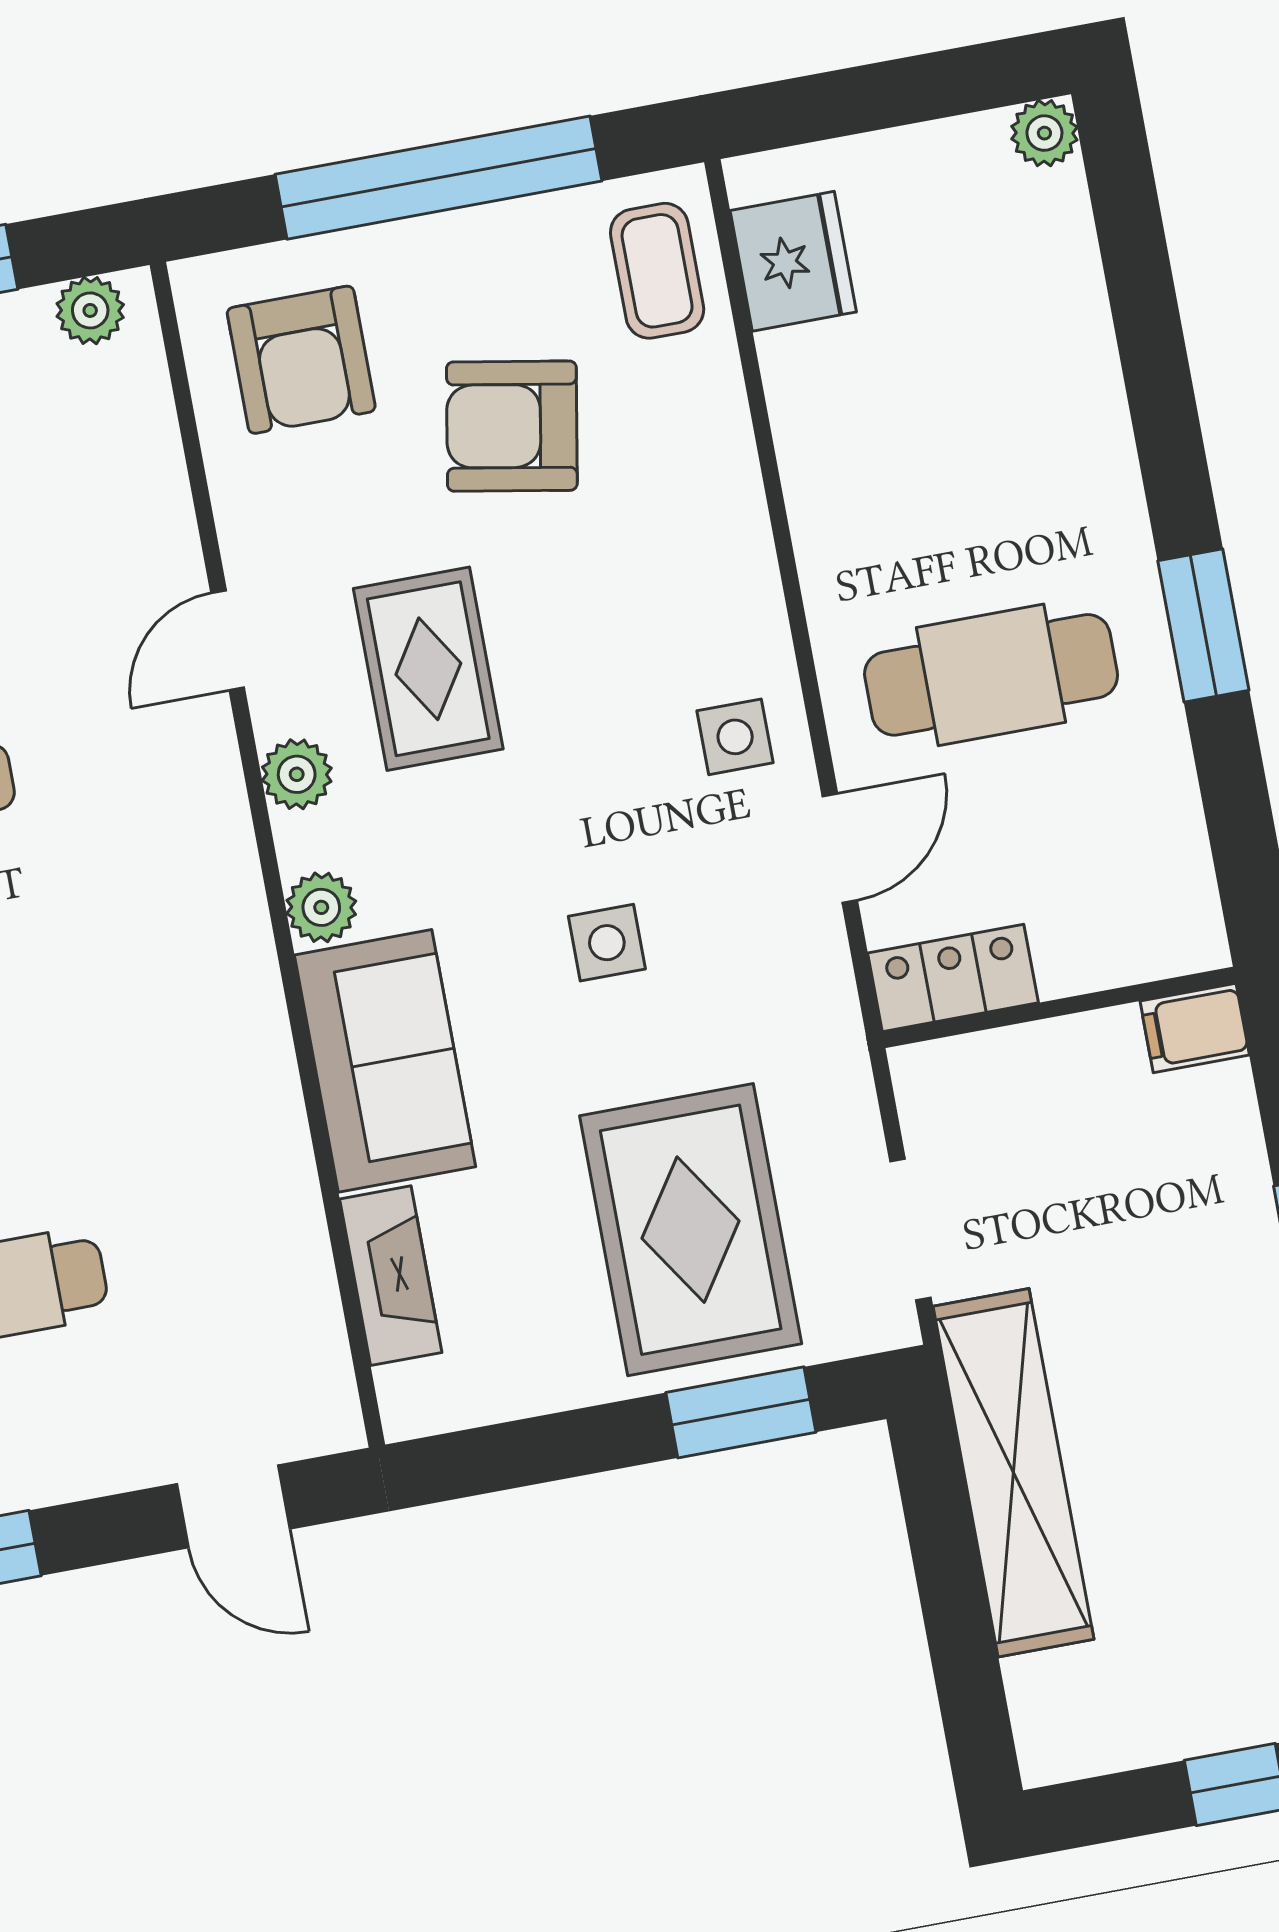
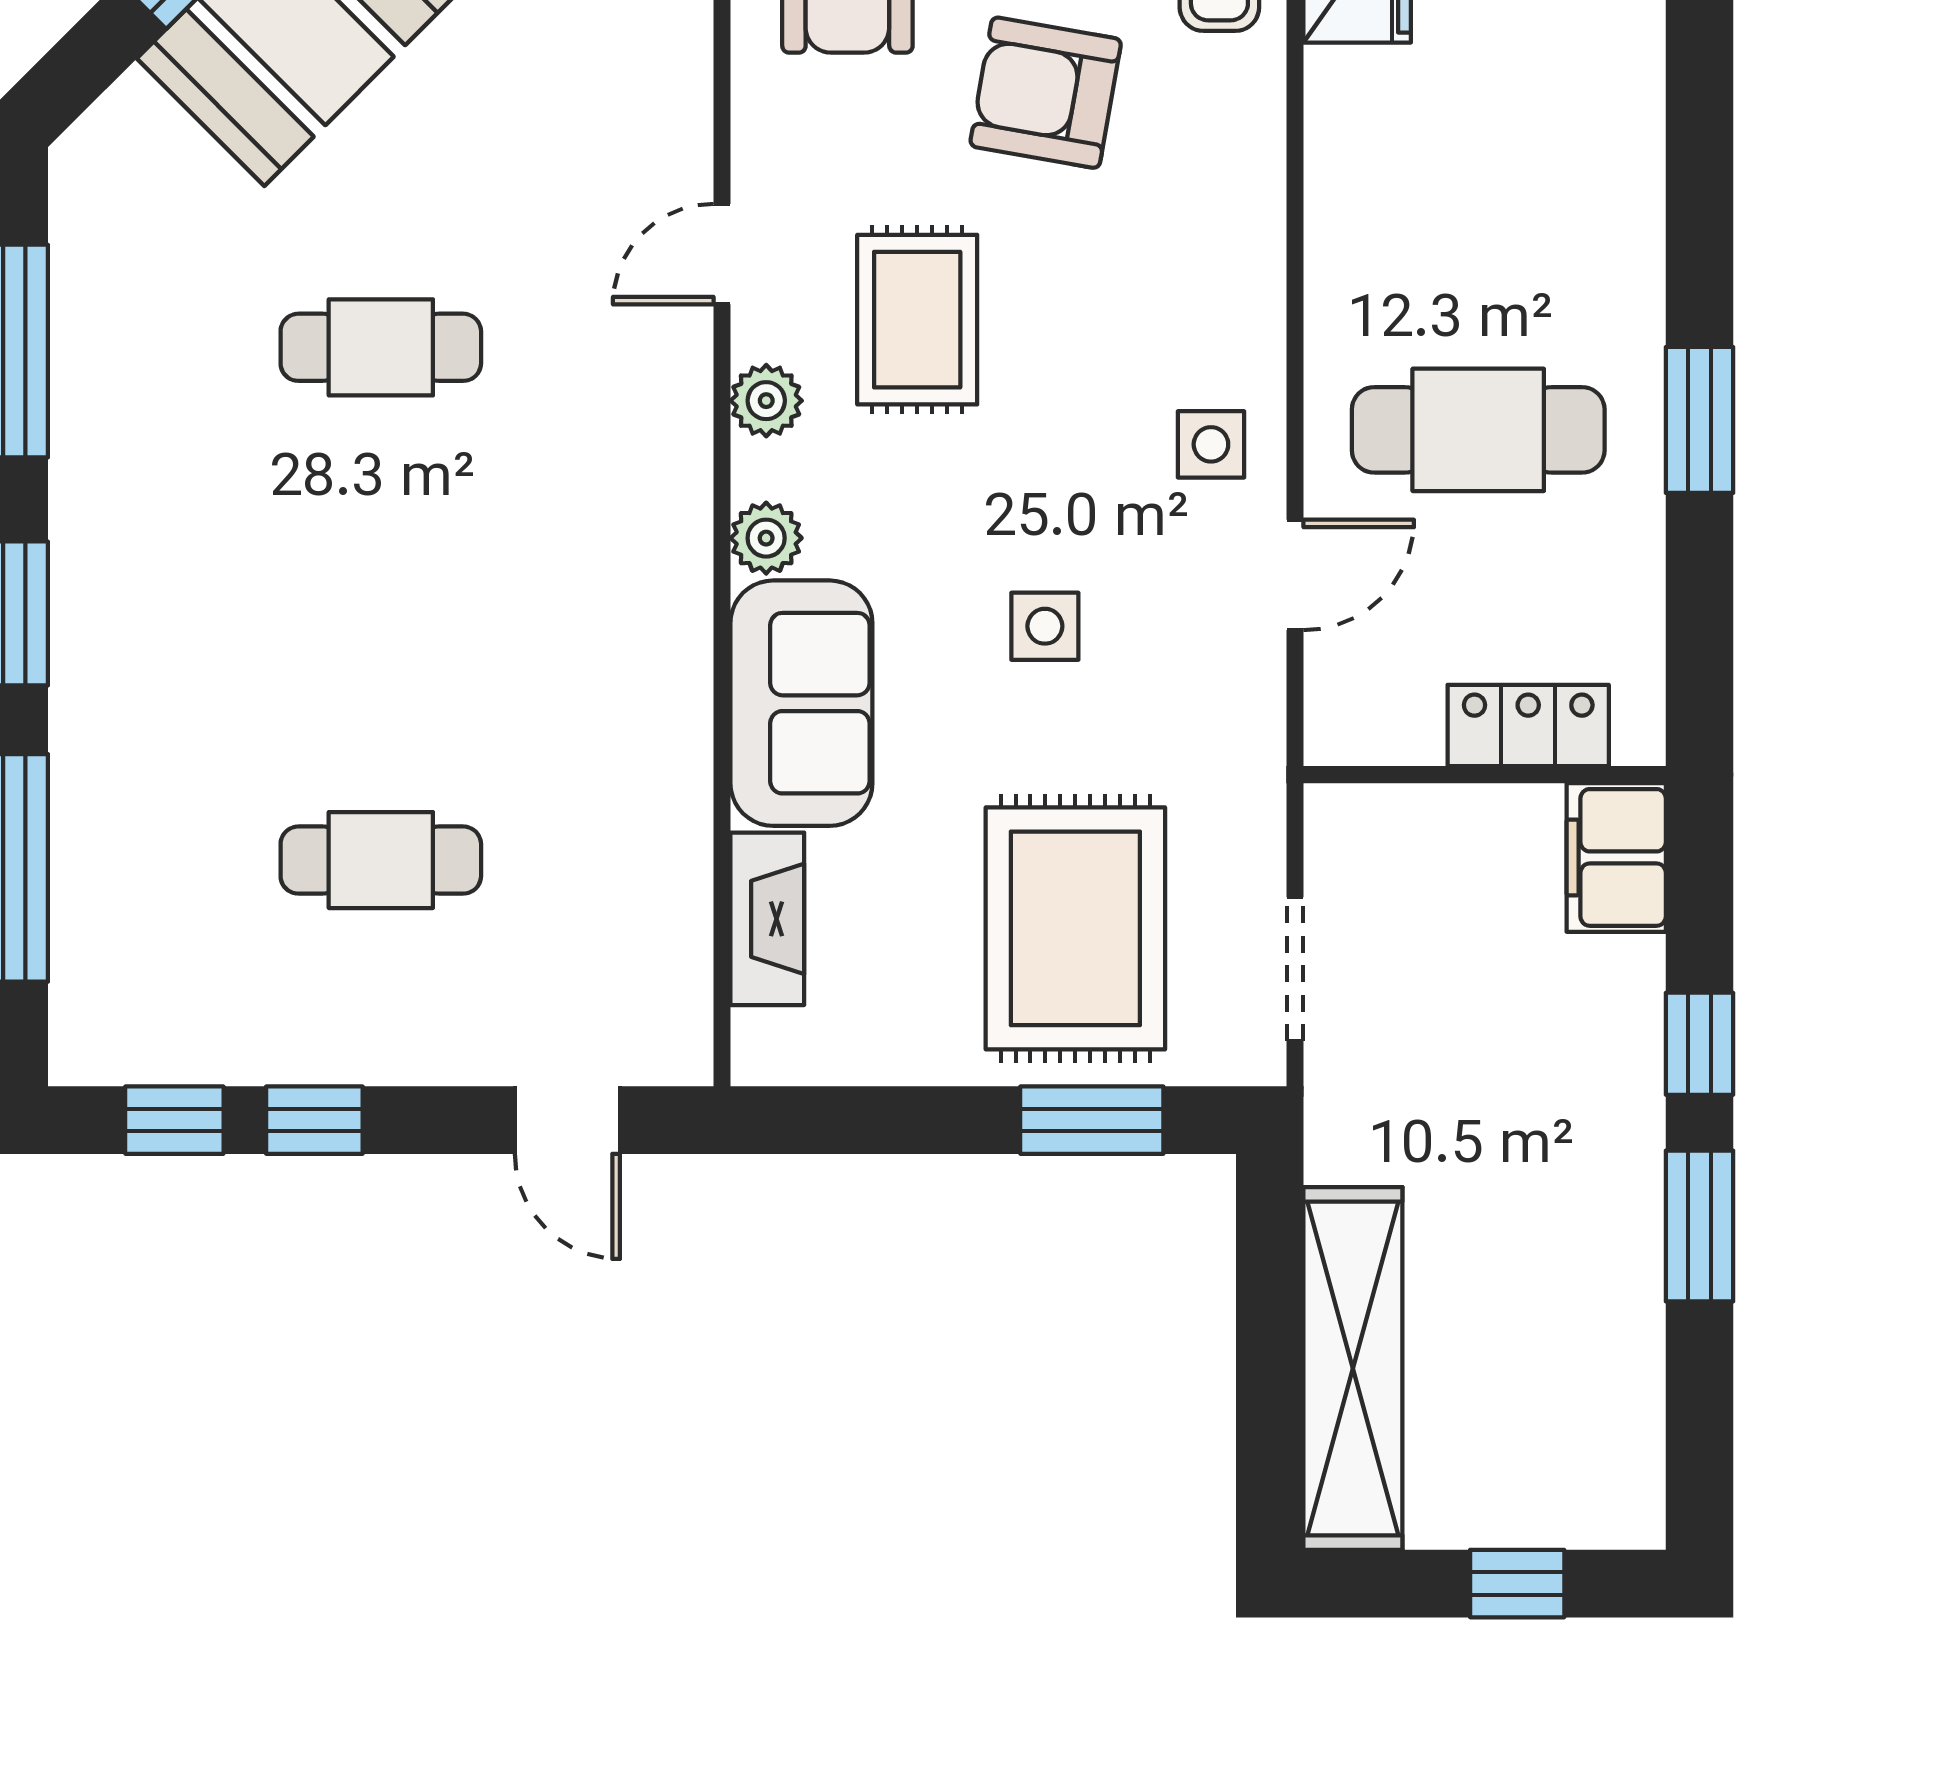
locker: (953, 978) -> (1528, 726), moved
filing cabinet: (1195, 1028) -> (1616, 857), width x2.00
shelving: (1014, 1473) -> (1353, 1368), moved

